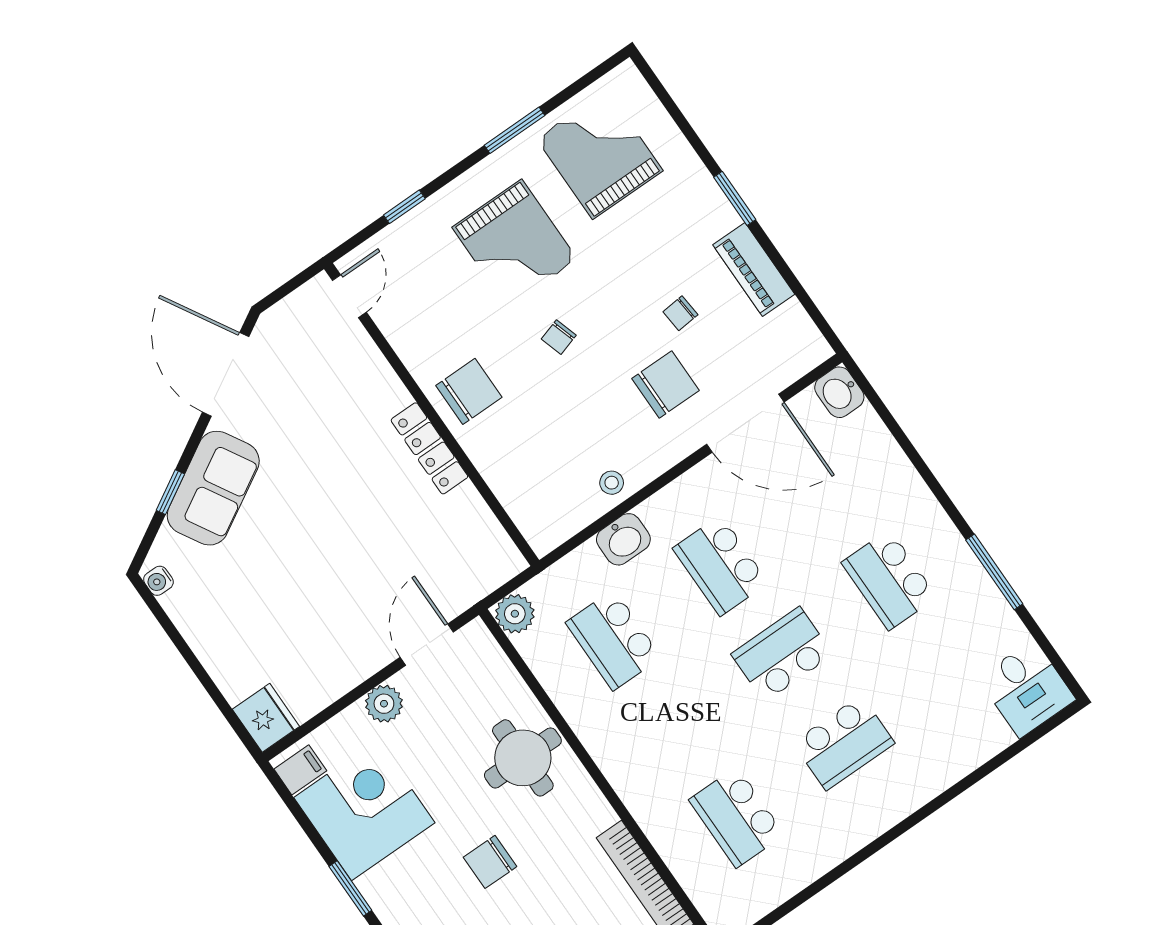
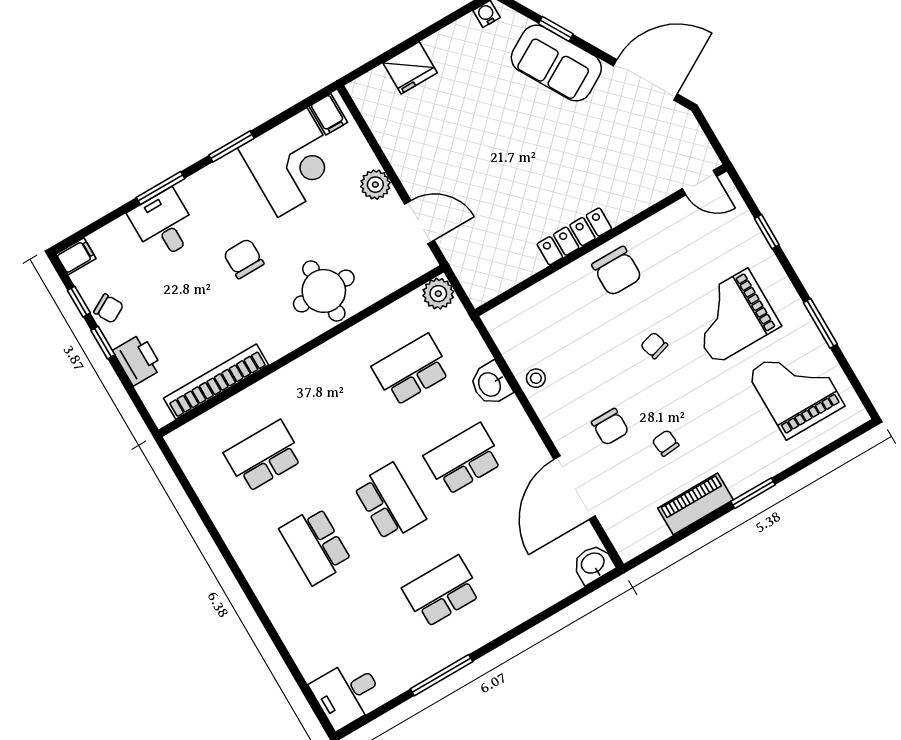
grand piano: (600, 155) -> (796, 389), turned -90
chair: (665, 384) -> (610, 427), width x0.73, depth x0.73
fridge: (266, 718) -> (410, 68), moved

